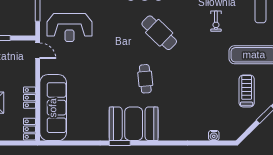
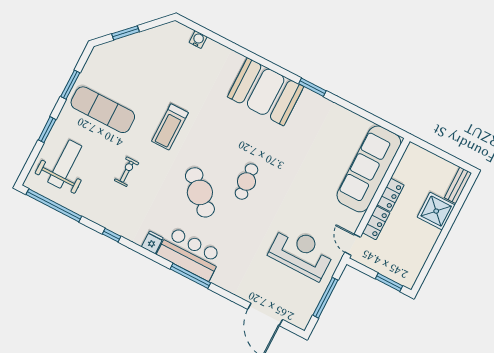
cafe table: (145, 79) -> (246, 182), moved
treadmill: (247, 91) -> (170, 127), moved
booth: (134, 124) -> (266, 92), moved
locker: (29, 129) -> (376, 223), moved

